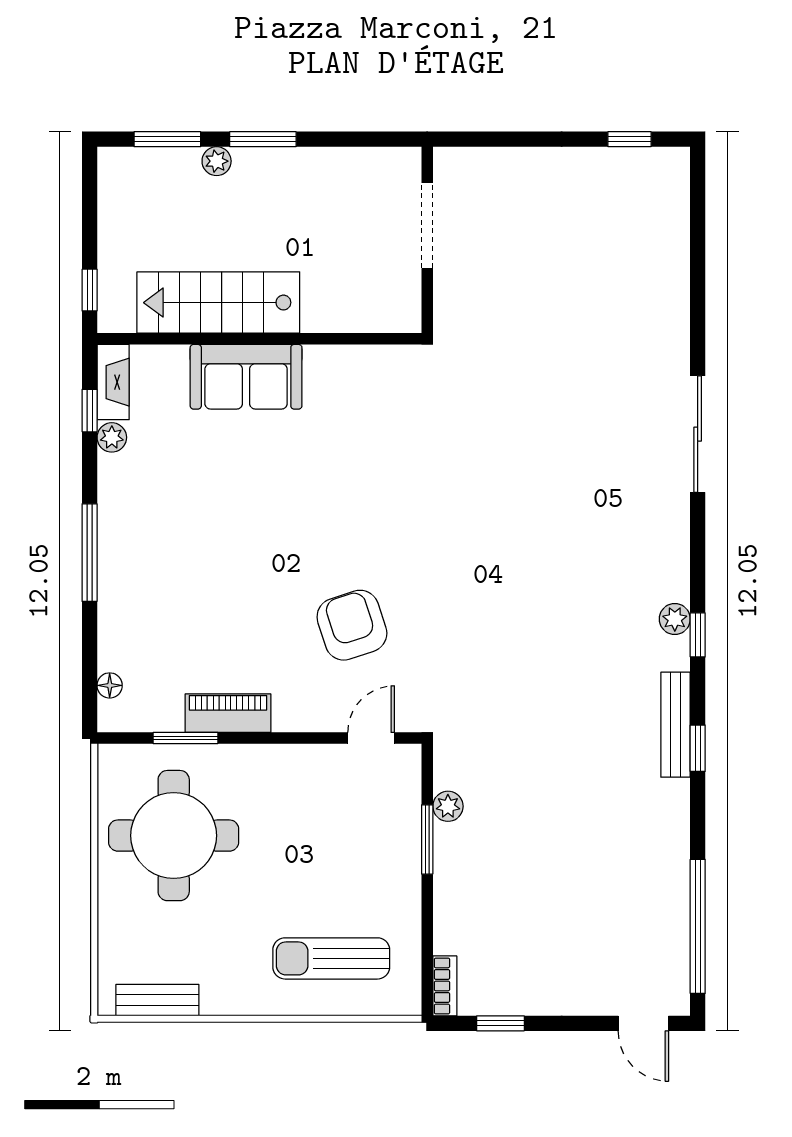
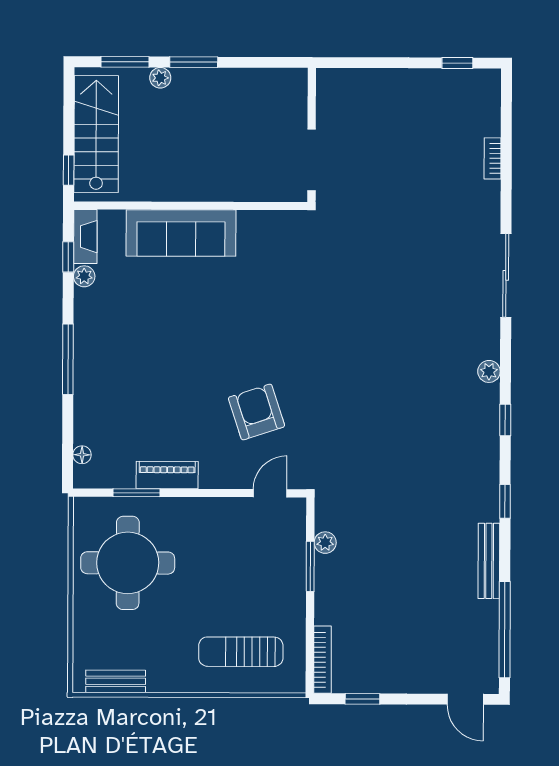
doorway: (427, 226) -> (312, 160), moved
bookcase: (679, 272) -> (493, 158), added
stairs: (218, 303) -> (96, 134), moved, turned 90
sofa: (246, 377) -> (181, 233), width x1.36
plant: (675, 619) -> (489, 371), moved
bench: (676, 725) -> (489, 561), moved
bookcase: (445, 986) -> (323, 660), width x1.56

